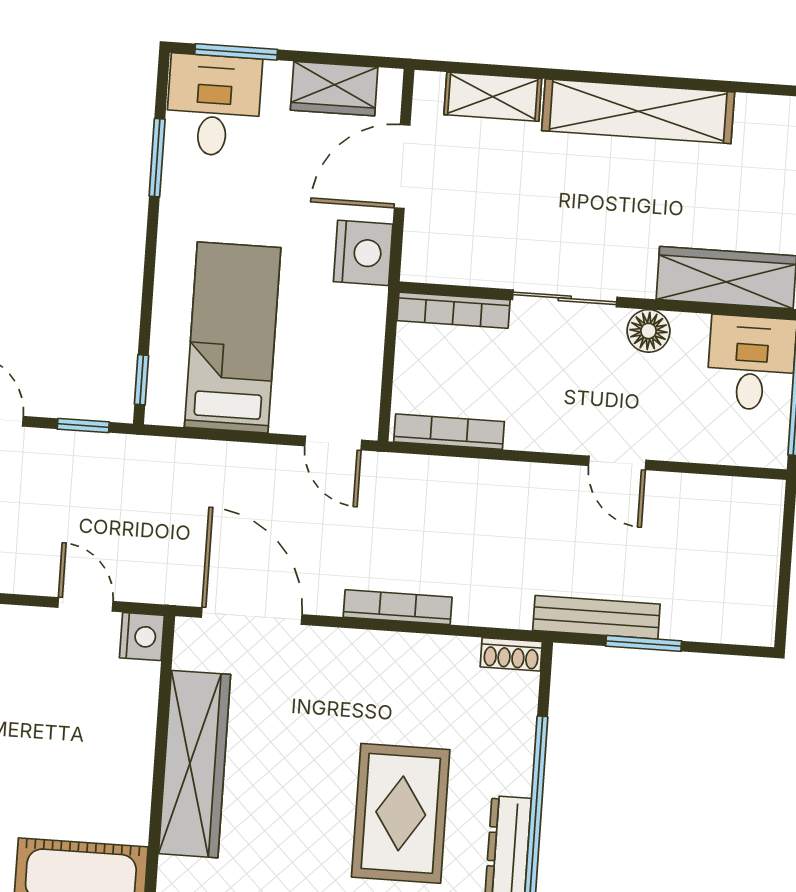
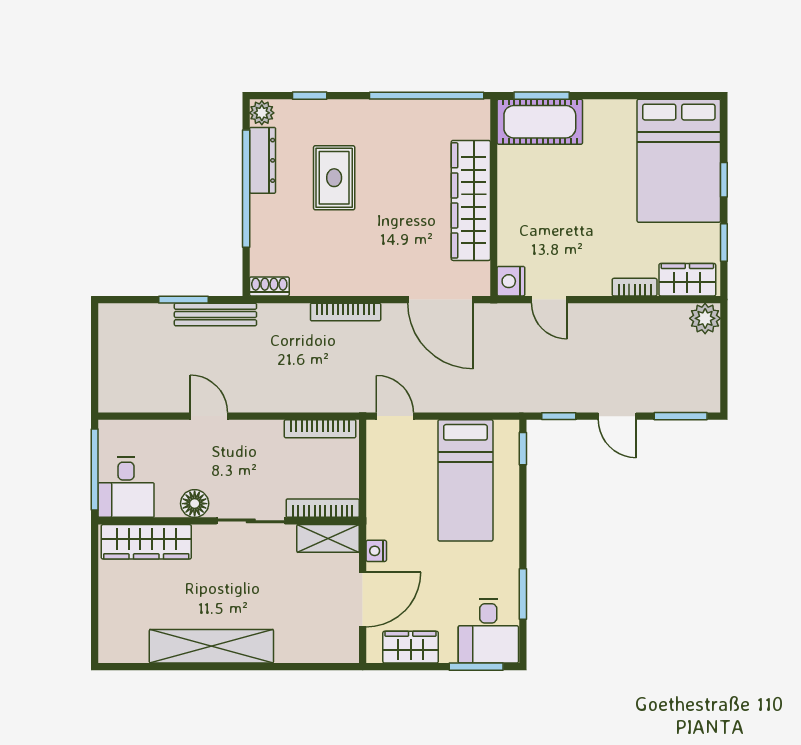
shelving: (493, 97) -> (328, 538), moved
nightstand: (363, 253) -> (376, 551), width x0.53, depth x0.56
rug: (401, 813) -> (334, 178), width x0.73, depth x0.70

